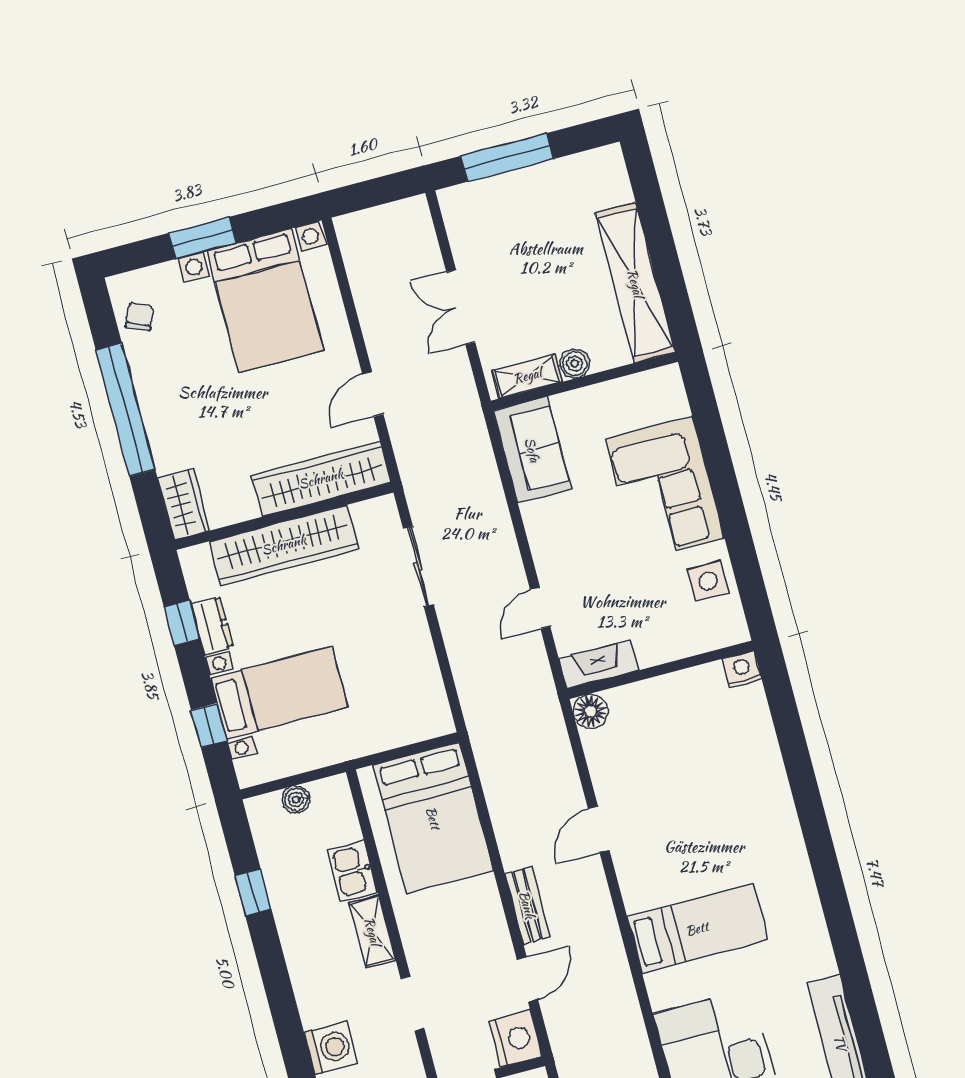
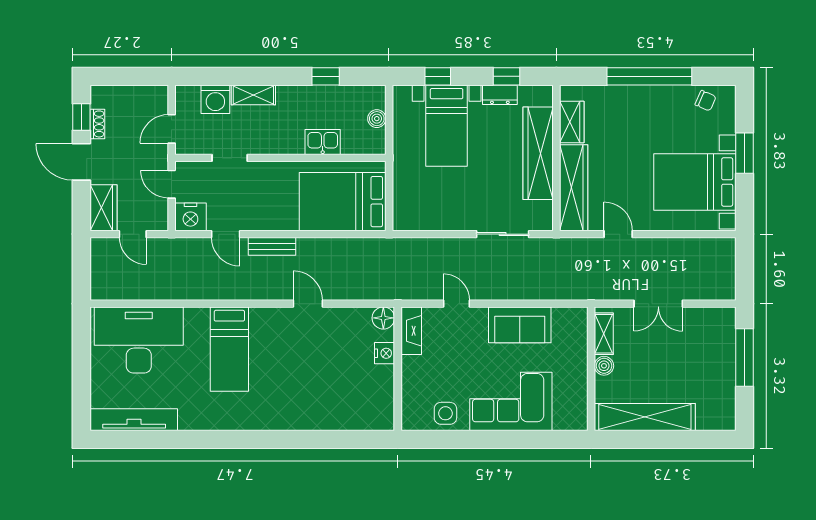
double door: (461, 307) -> (658, 304), swing flipped
sofa: (532, 450) -> (520, 325), moved
wardrobe: (184, 504) -> (572, 122), moved, turned -90
nightstand: (742, 669) -> (385, 353), moved
shelving: (372, 931) -> (253, 95), moved

